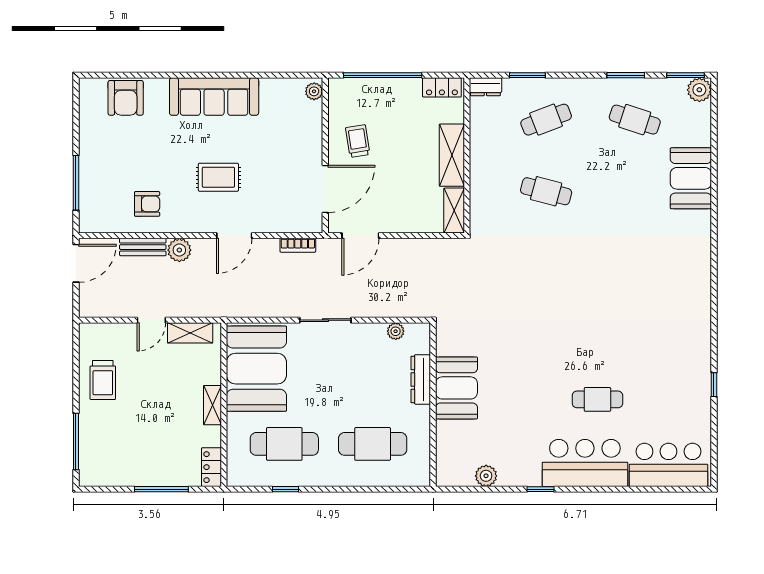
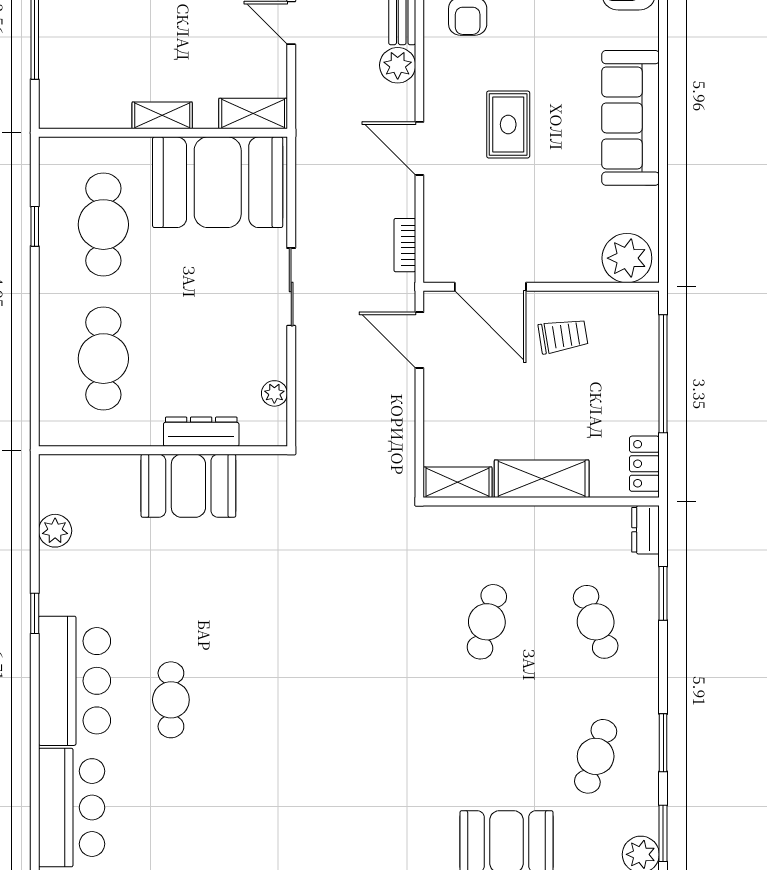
plant: (314, 91) -> (627, 258), width x1.87, depth x1.87
shelving: (190, 333) -> (253, 114), moved, turned 90
locker: (211, 467) -> (68, 114), removed

